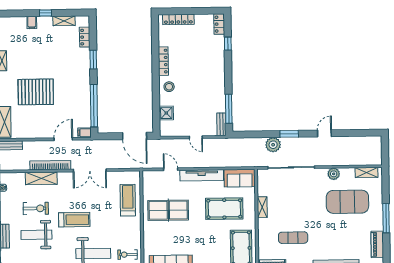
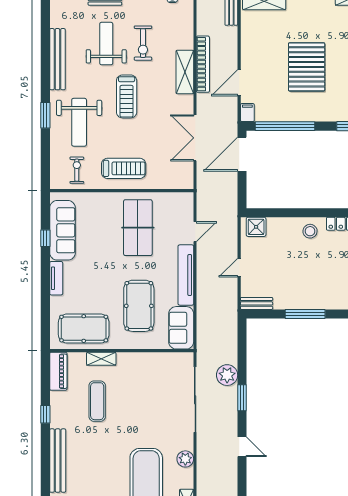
pallet: (36, 92) -> (307, 67), moved
window: (229, 109) -> (305, 314), moved
shower: (166, 113) -> (256, 227), moved
door: (135, 136) -> (242, 154), moved
door: (63, 139) -> (239, 83), swing flipped
double door: (90, 170) -> (195, 138), moved
shelving: (41, 178) -> (185, 72), moved
treadmill: (128, 200) -> (124, 168), moved
shelving: (262, 207) -> (101, 359), moved

